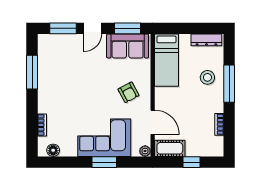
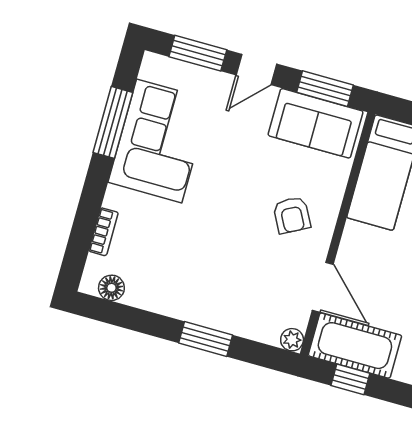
corner sofa: (104, 138) -> (159, 141), moved, turned 90
cot: (170, 148) -> (355, 346), width x1.37, depth x1.34
window: (192, 162) -> (350, 379), moved

